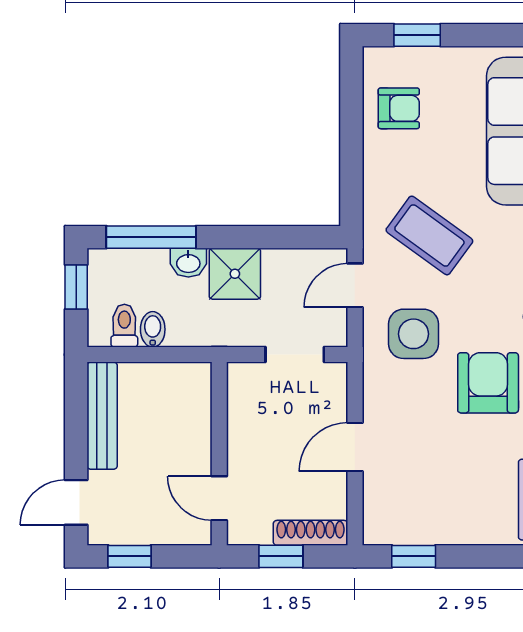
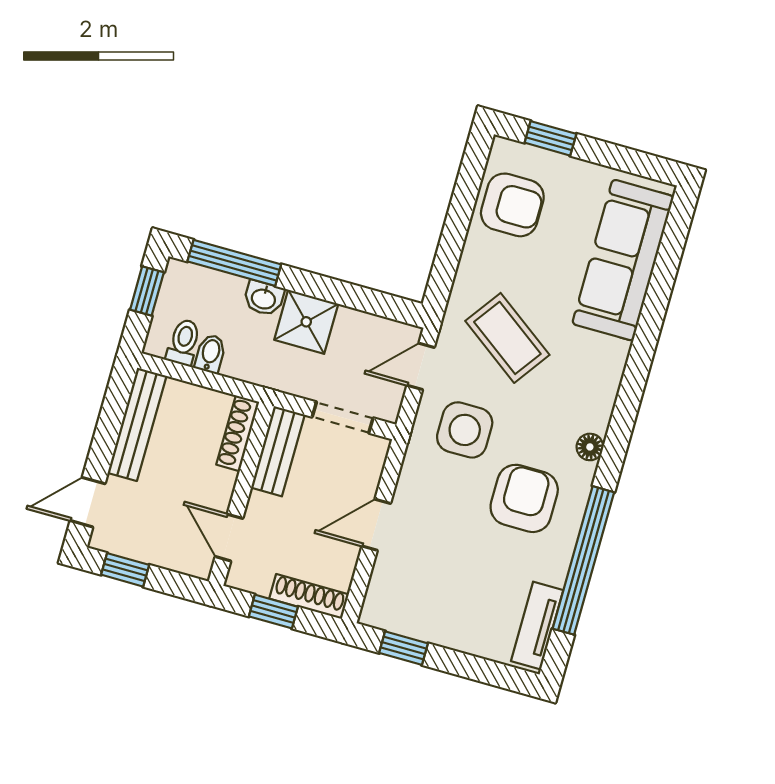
armchair: (399, 108) -> (512, 205), width x1.38, depth x1.38
shoe rack: (200, 397) -> (238, 433), added
bench: (242, 404) -> (278, 451), added

